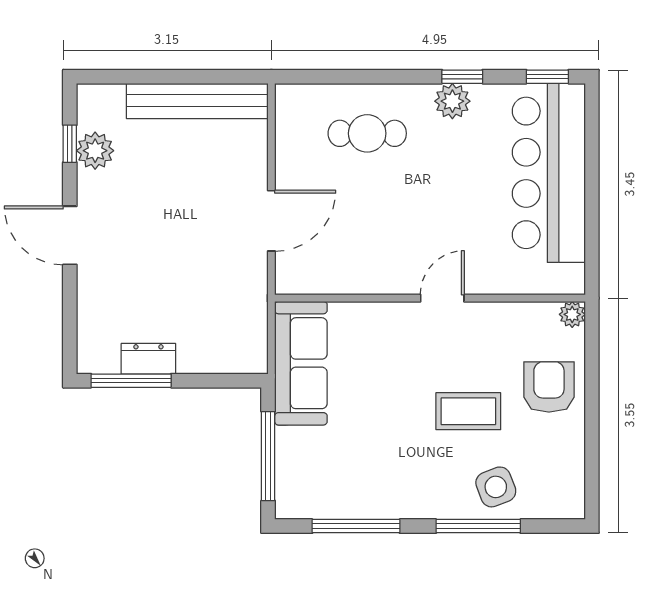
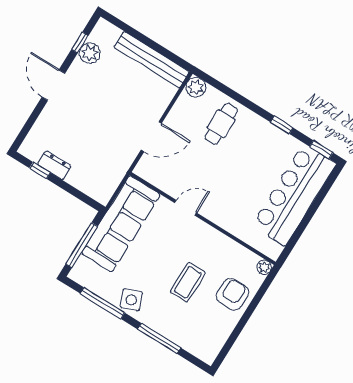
plant: (452, 101) -> (196, 87), moved
cafe table: (367, 133) -> (221, 124), turned 90
door: (442, 298) -> (186, 208), moved
sofa: (301, 363) -> (121, 224), width x1.36, depth x1.27
window: (131, 381) -> (40, 170), width x0.46
coffee table: (468, 411) -> (188, 282), turned 90
side table: (496, 487) -> (131, 300), moved

